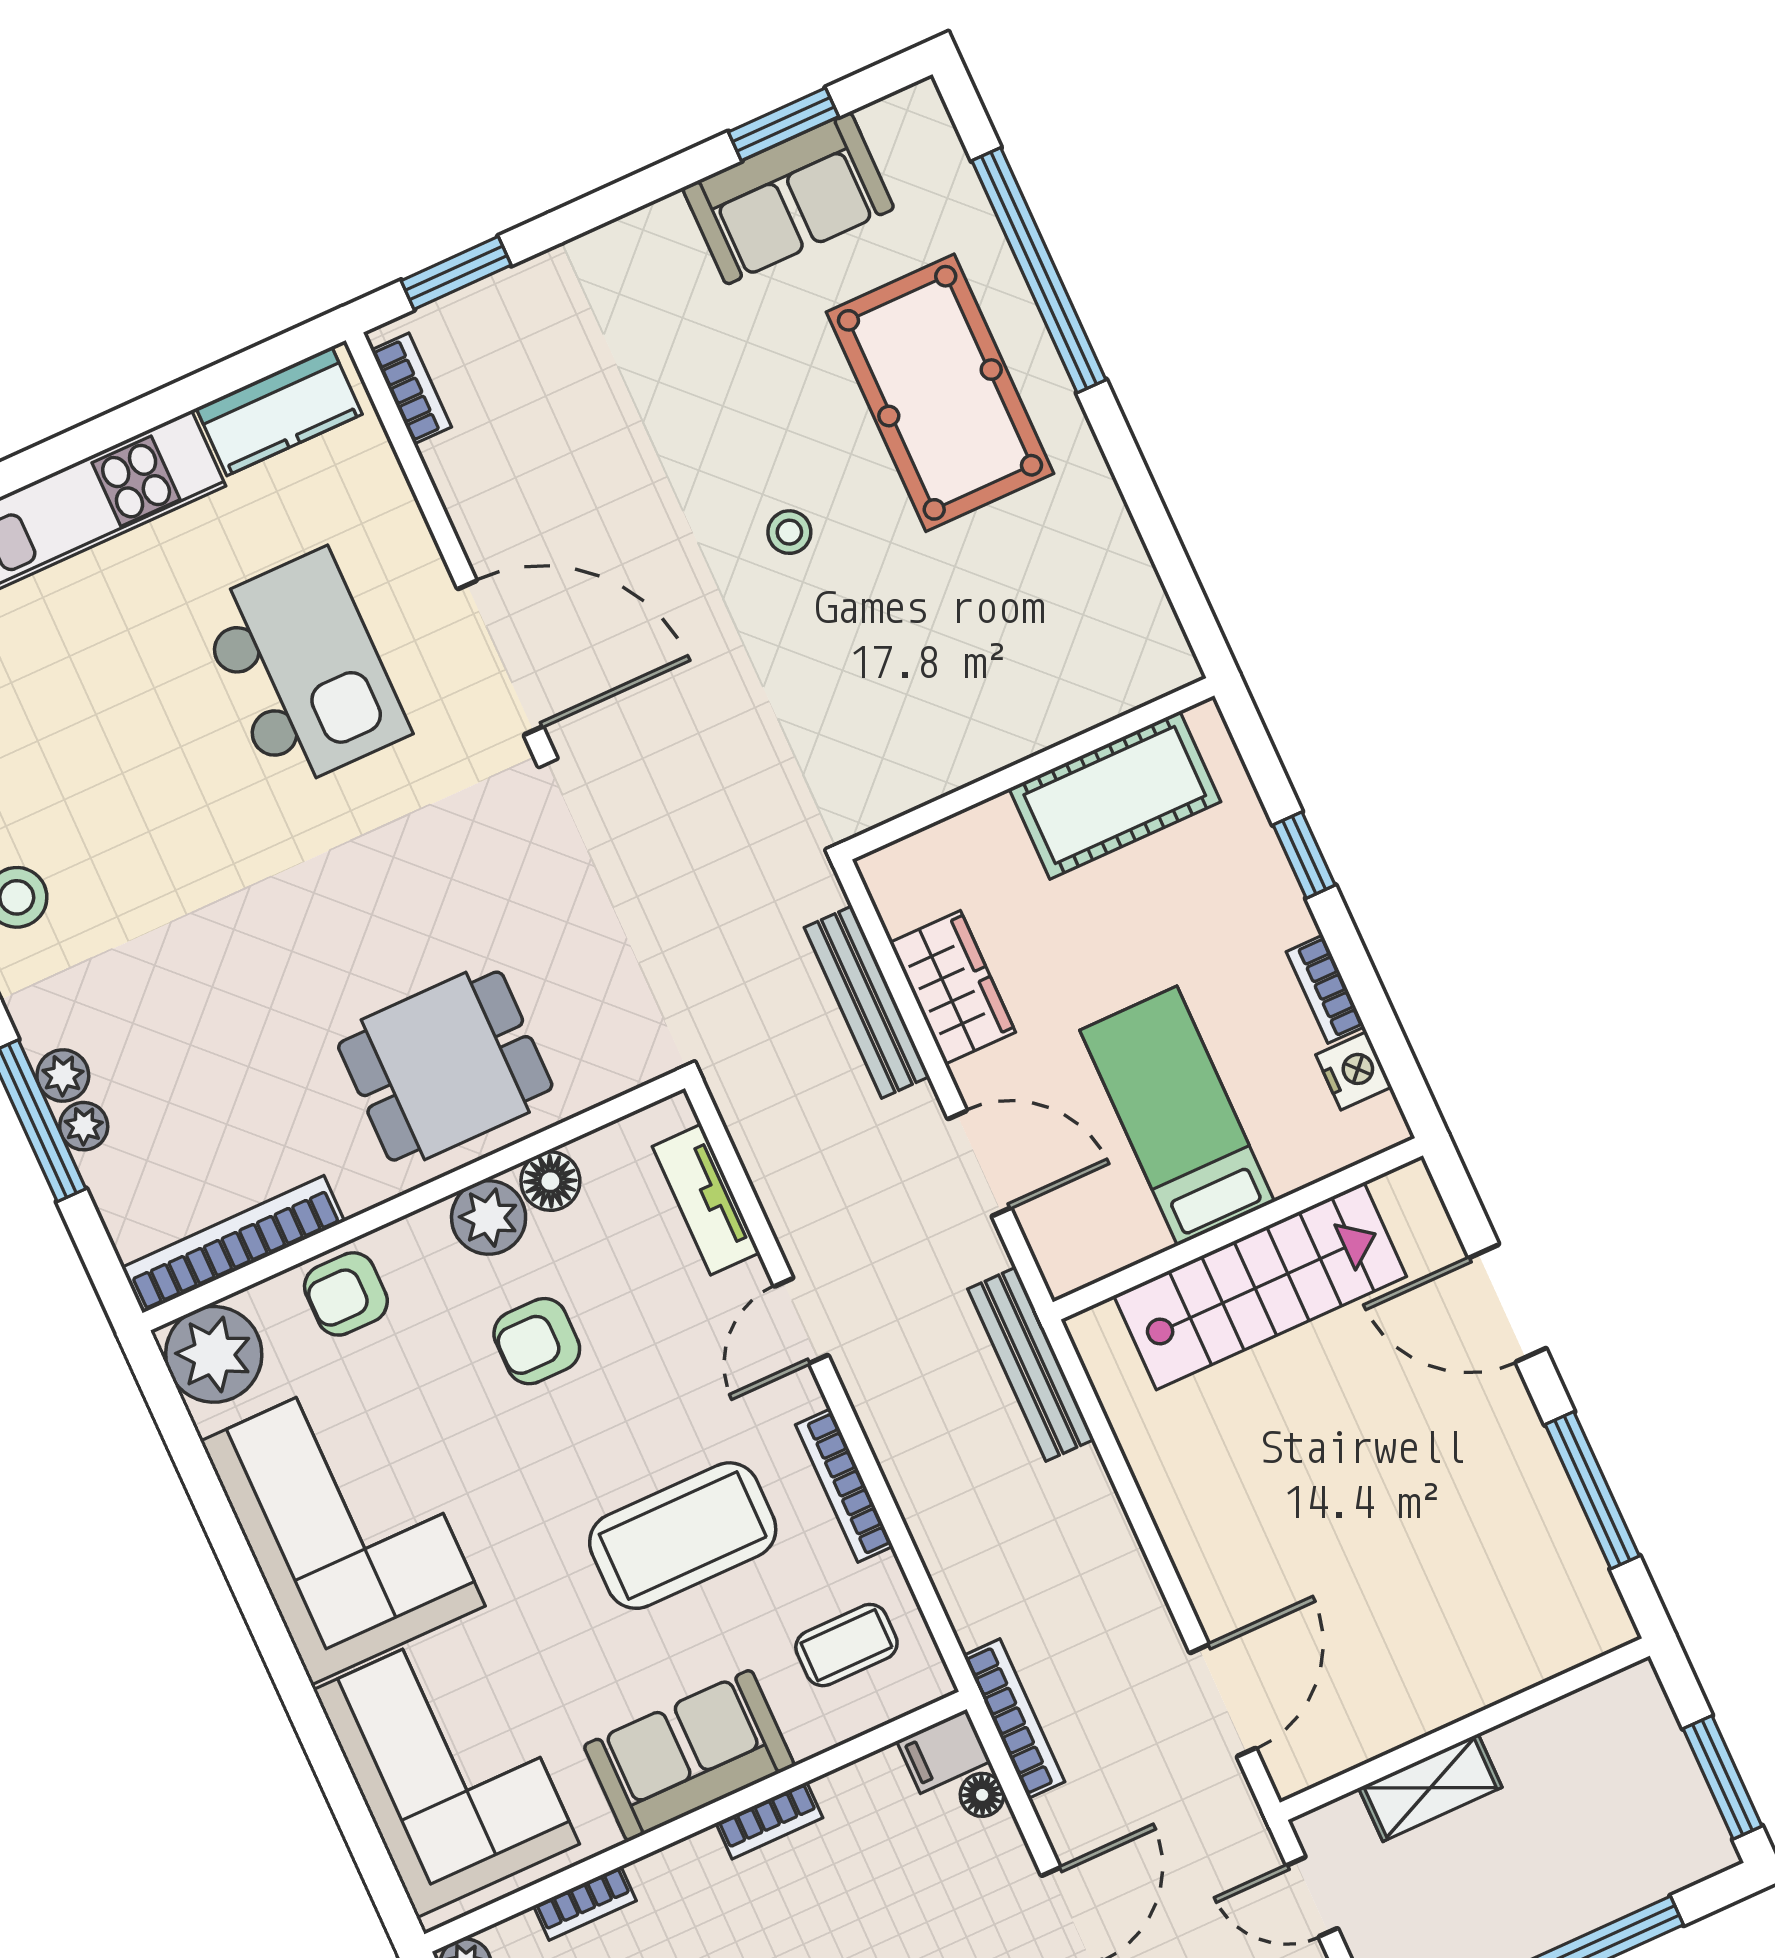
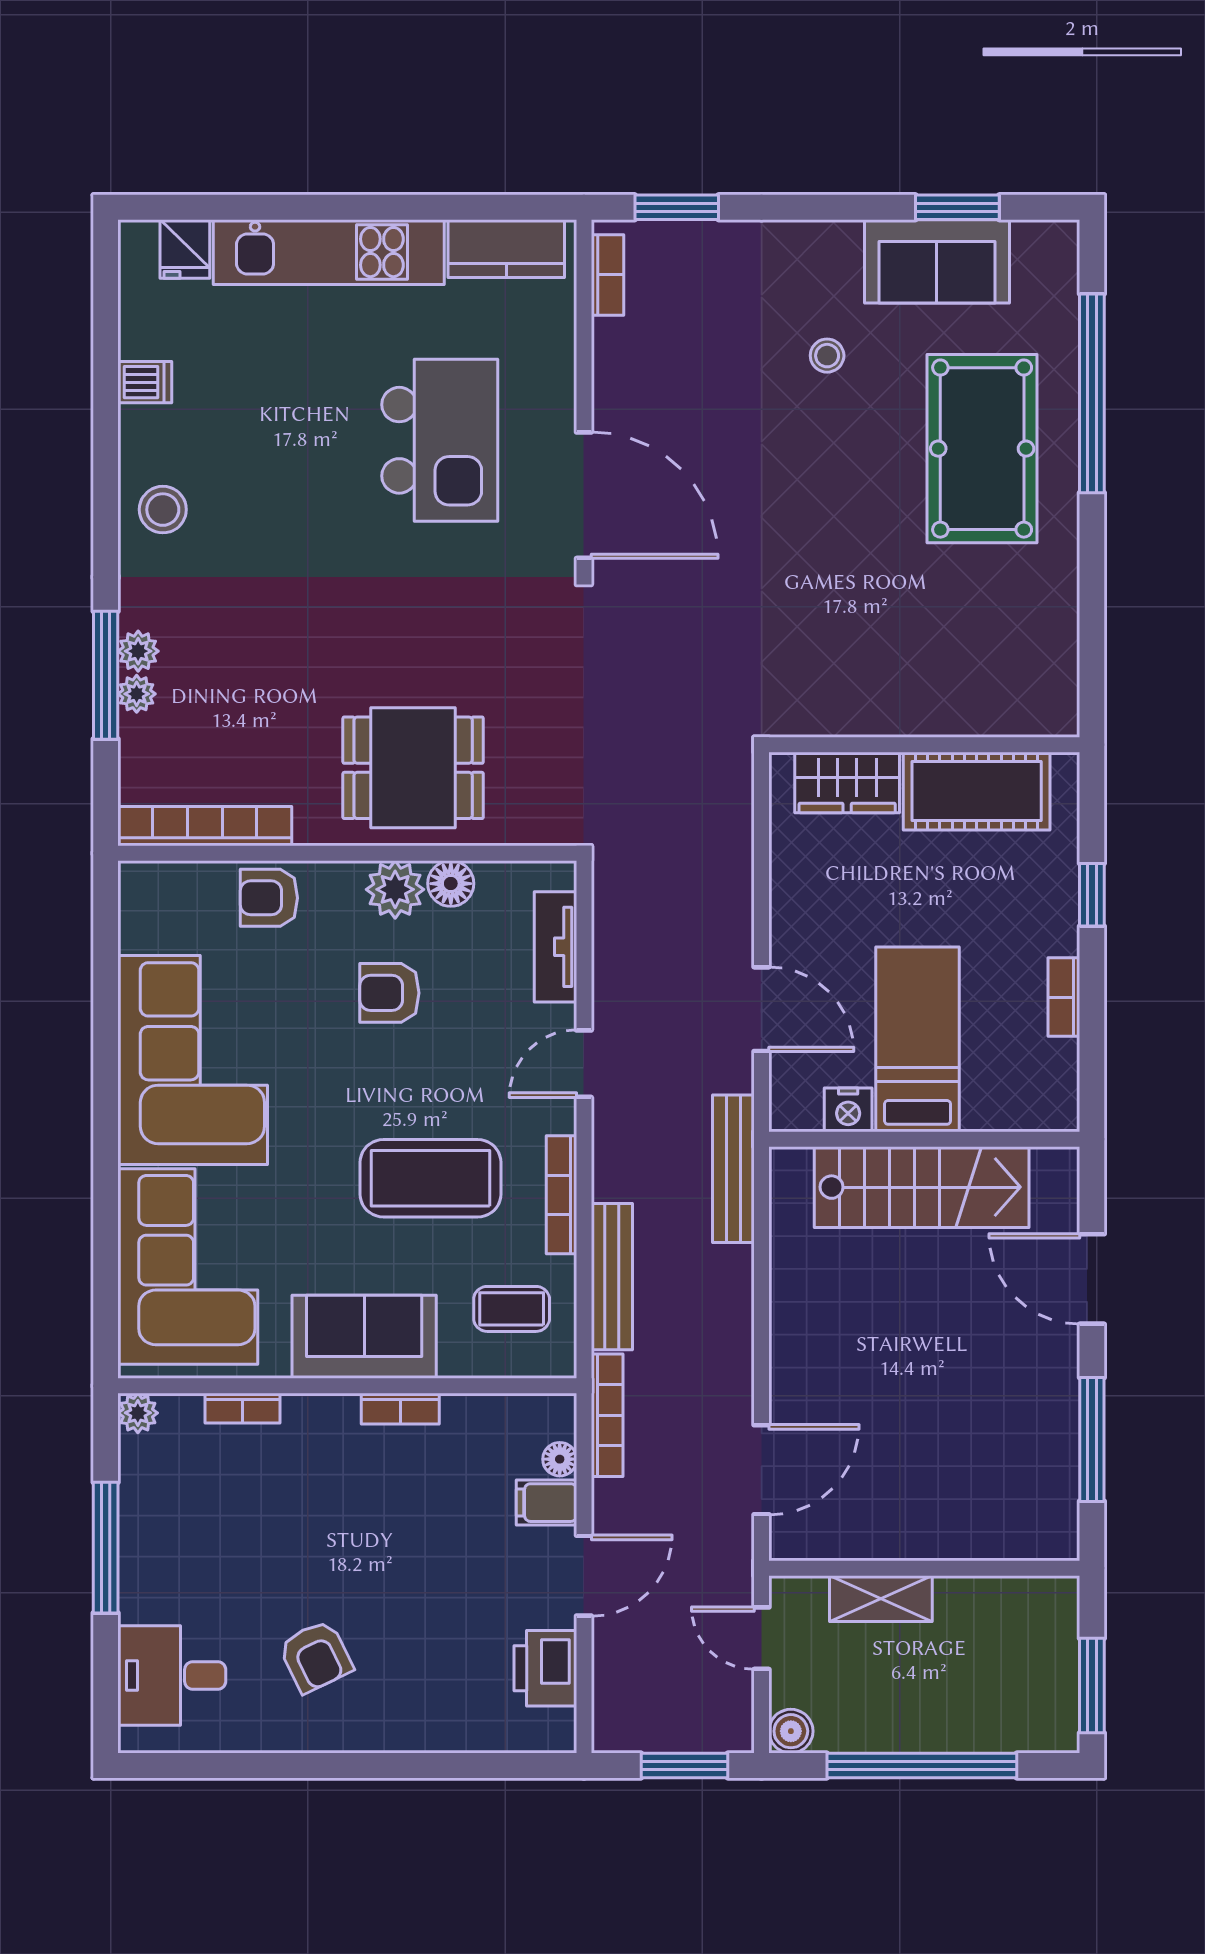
stool: (789, 532) -> (827, 356), moved
wardrobe: (953, 987) -> (847, 782), moved, turned 90
bench: (867, 1002) -> (612, 1277), moved
nightstand: (1354, 1071) -> (848, 1110), moved, turned 90
plant: (214, 1354) -> (155, 898), removed
filing cabinet: (944, 1751) -> (546, 1503), moved

